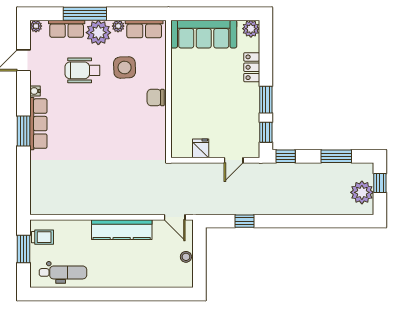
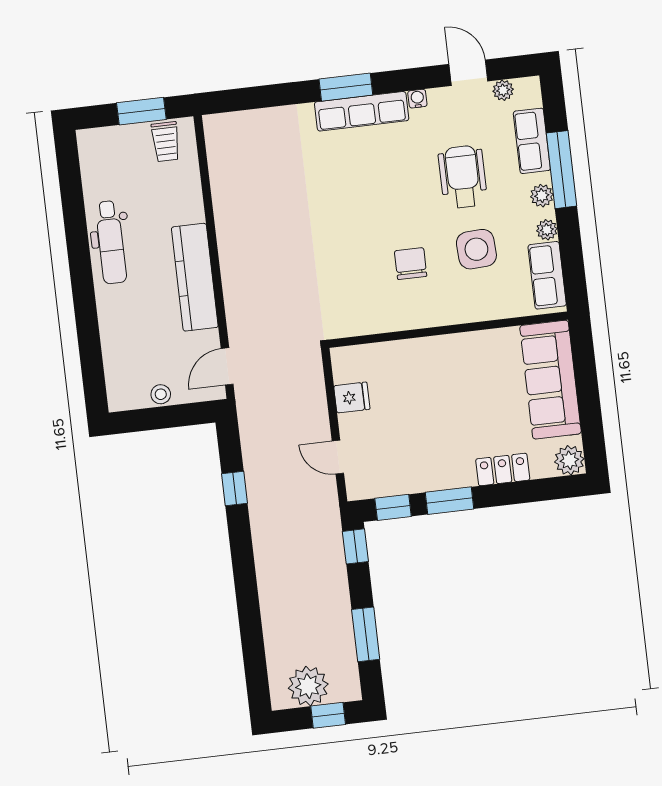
plant: (36, 26) -> (503, 90), moved
plant: (98, 33) -> (542, 196), width x0.53, depth x0.53
chair: (156, 98) -> (411, 264), moved
dental chair: (63, 272) -> (111, 242), moved

